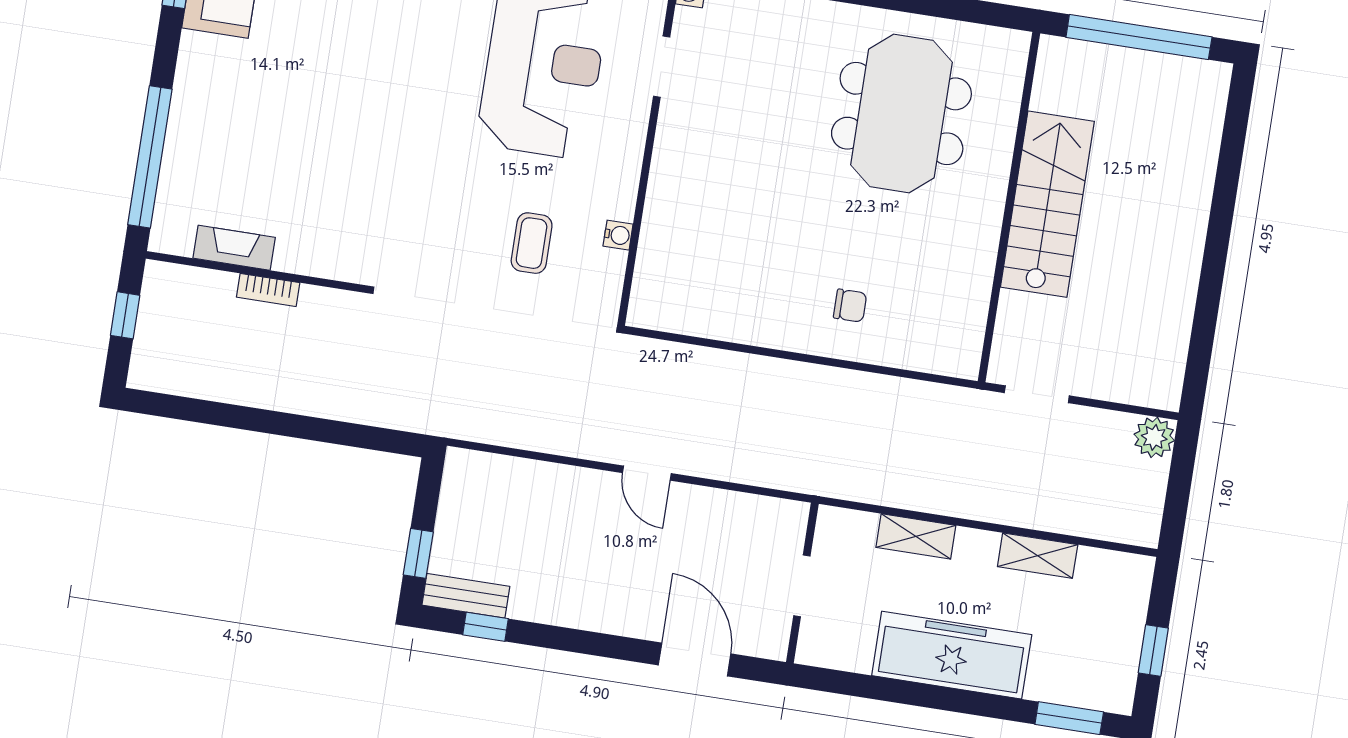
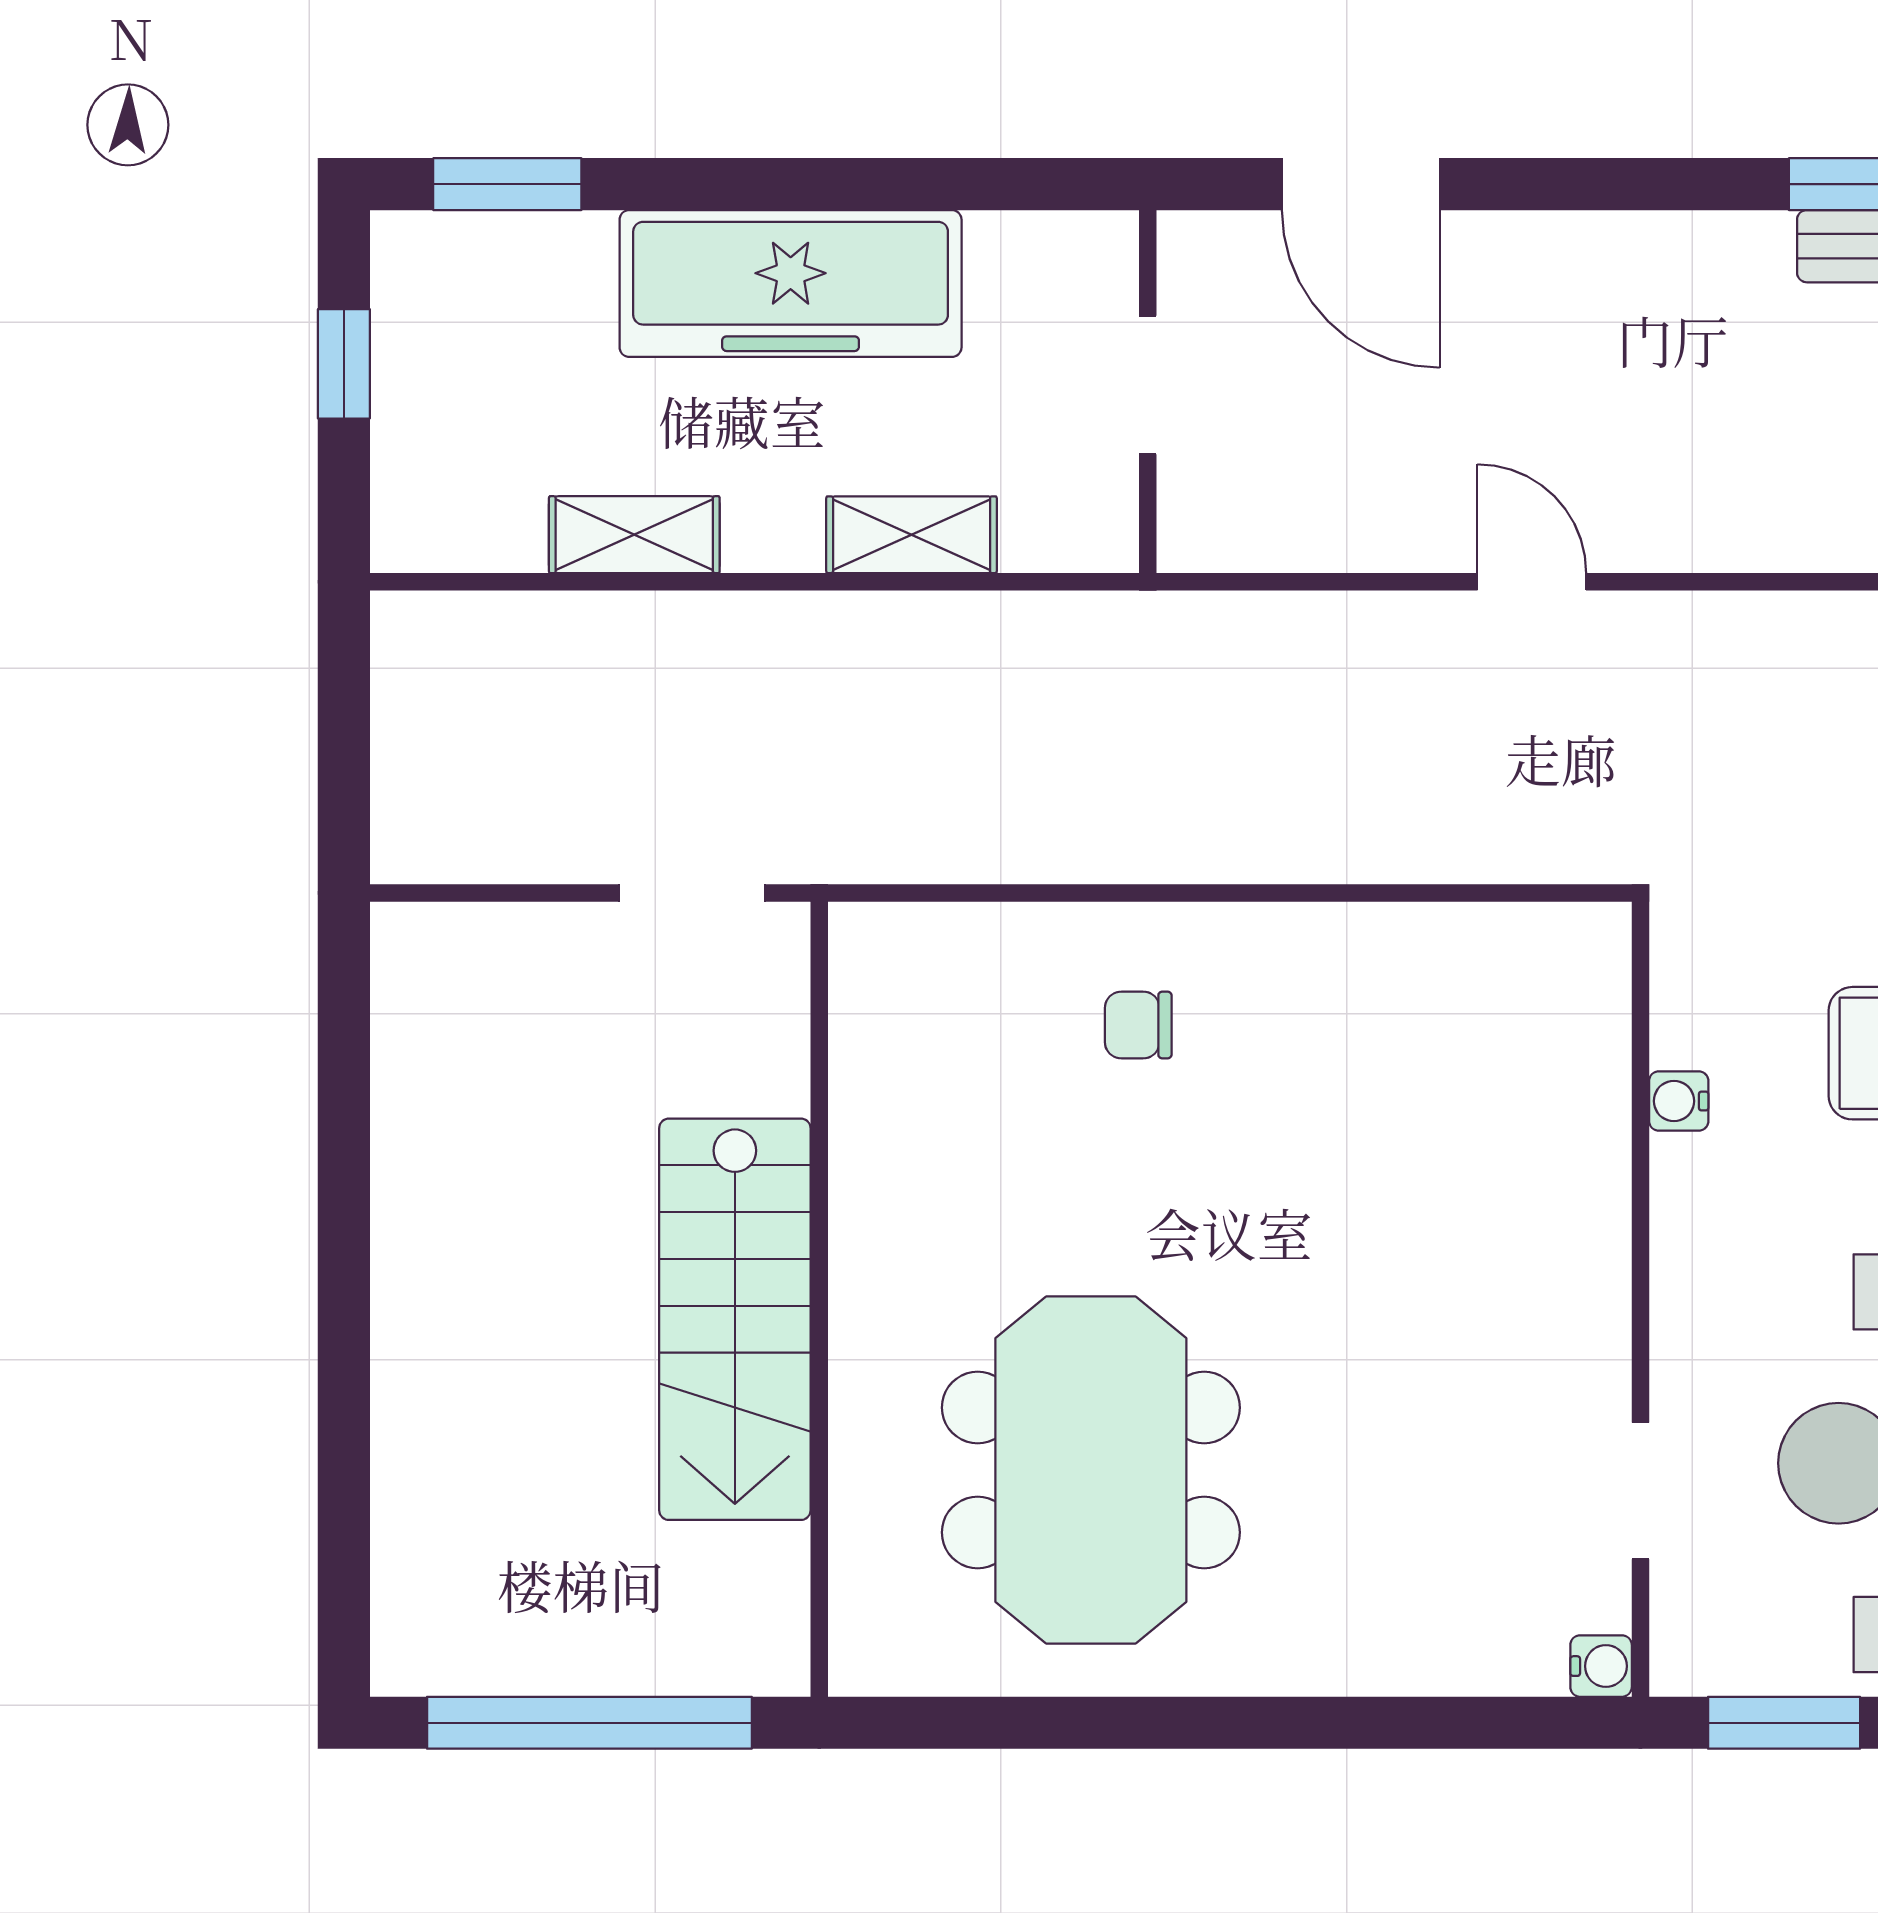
plant: (1154, 437) -> (416, 838), removed

